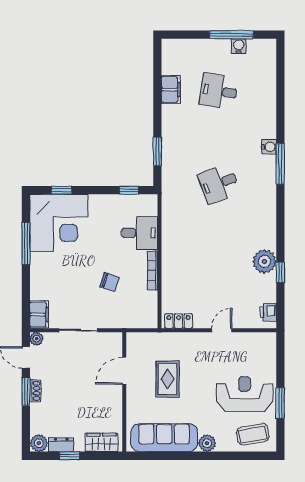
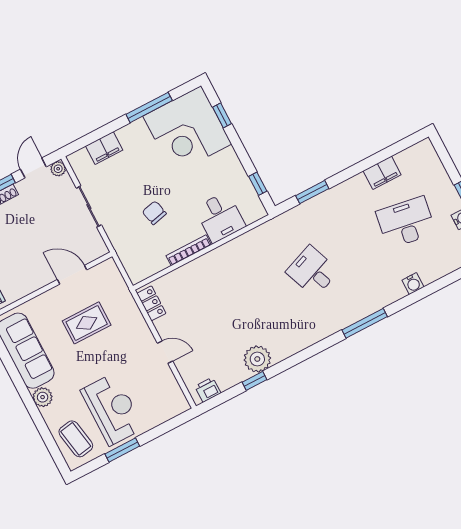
desk: (219, 91) -> (406, 222), width x1.37
water cooler: (269, 147) -> (413, 284), moved
chair: (109, 282) -> (154, 213), turned 149
filing cabinet: (39, 315) -> (104, 148), moved

